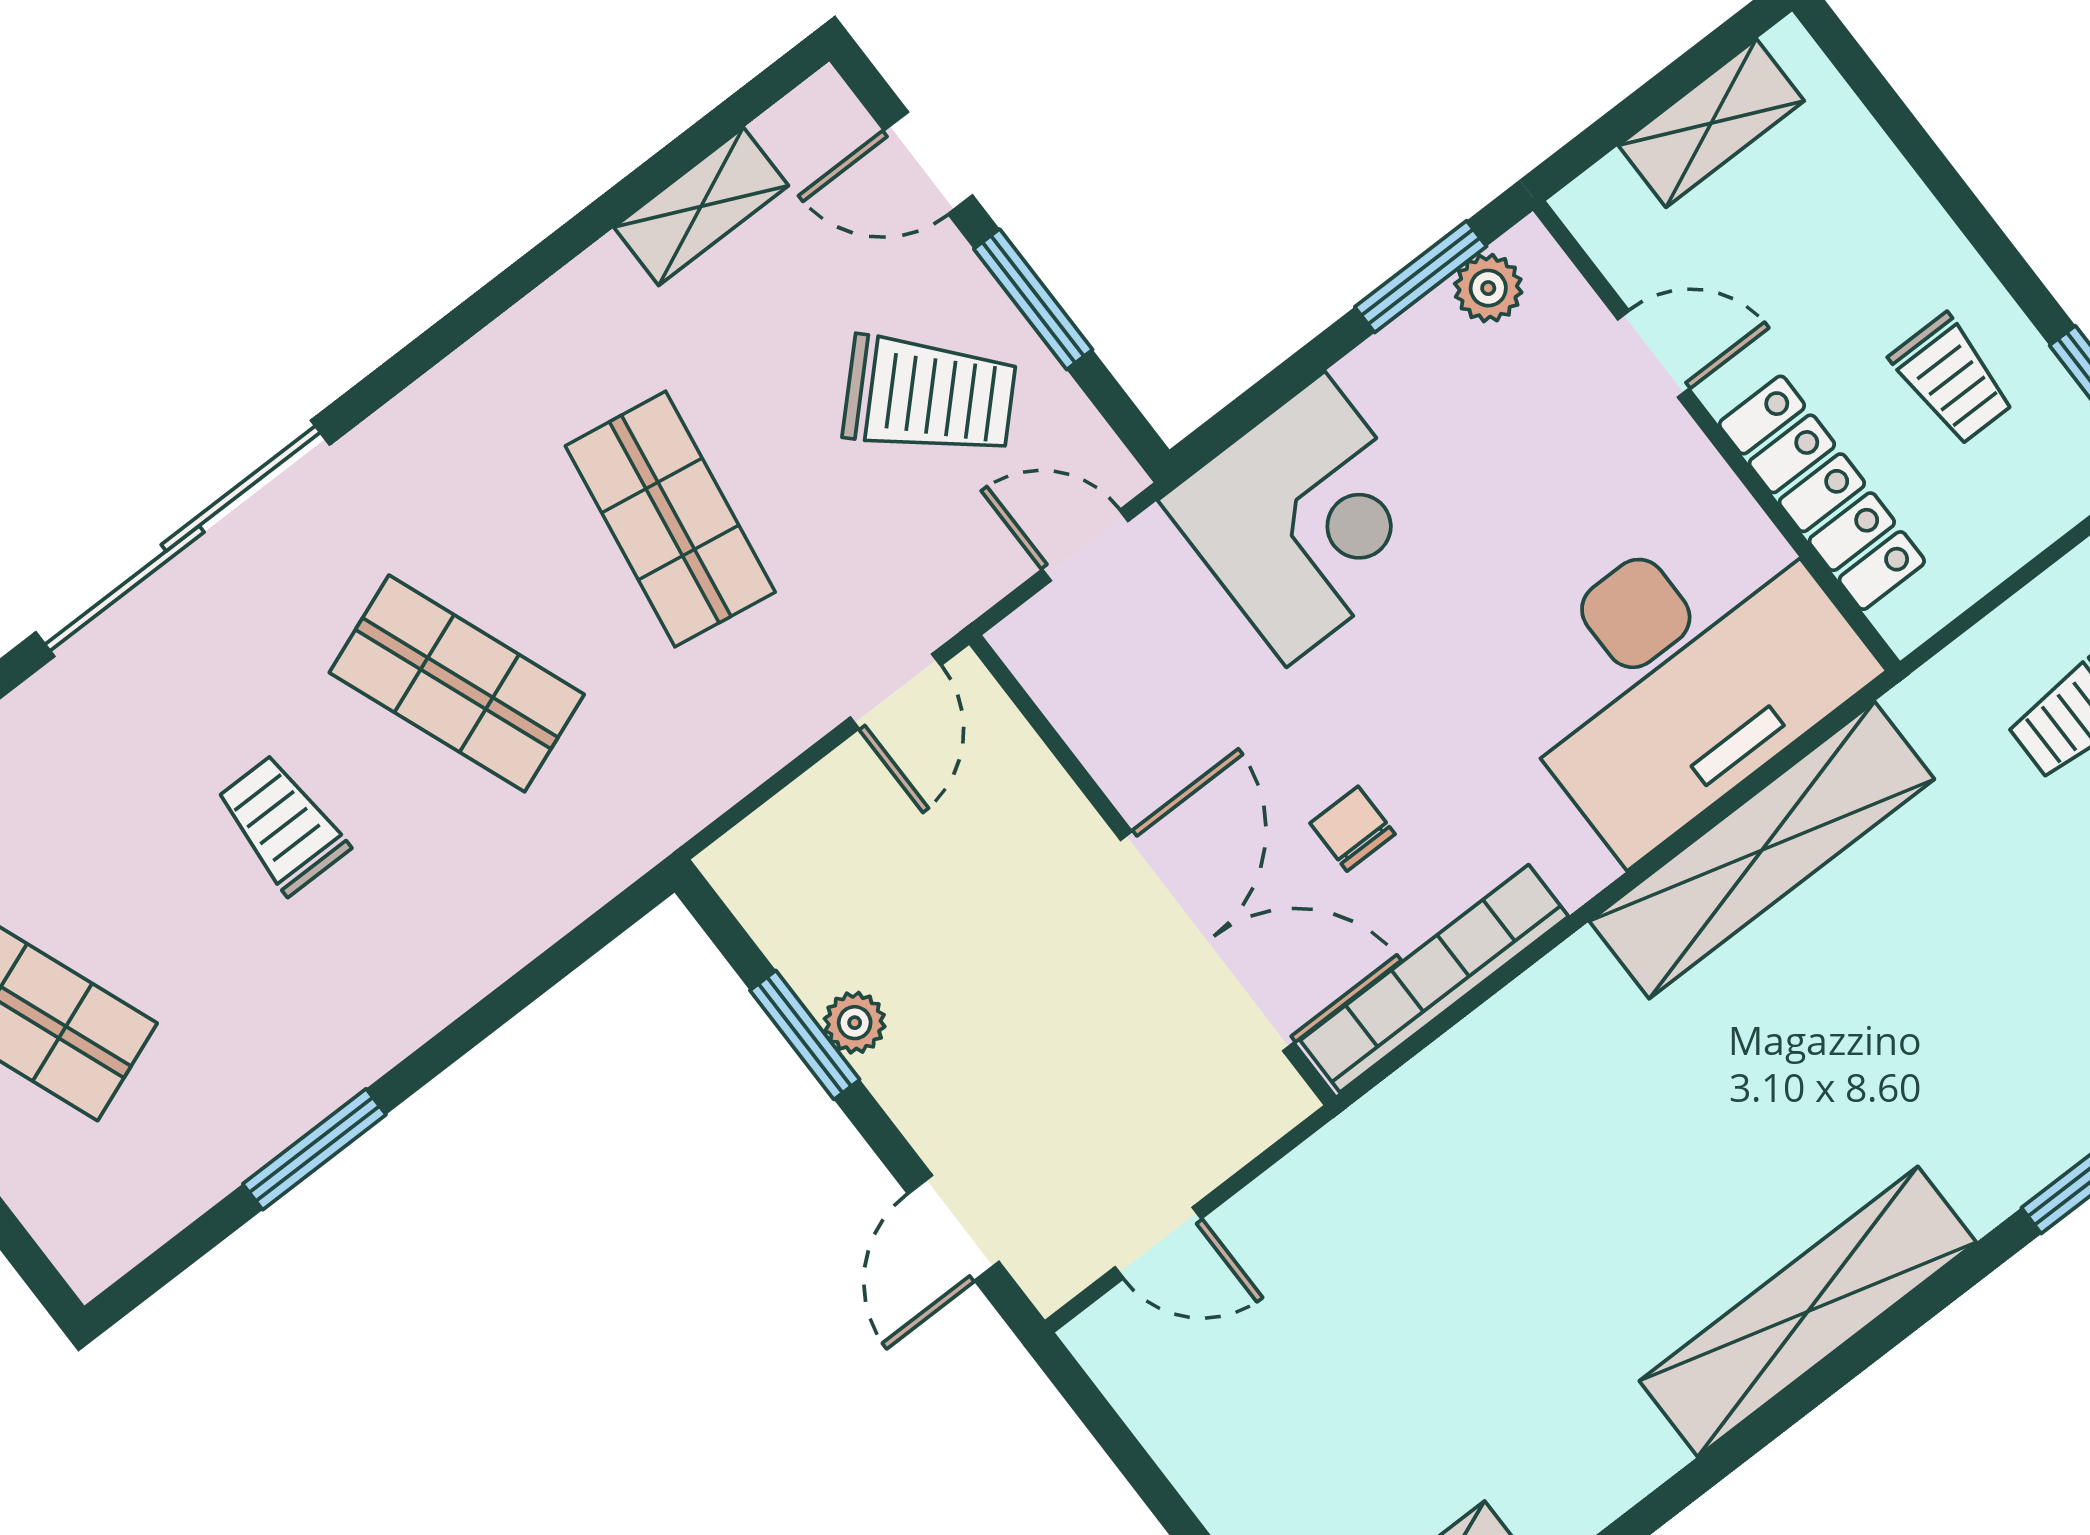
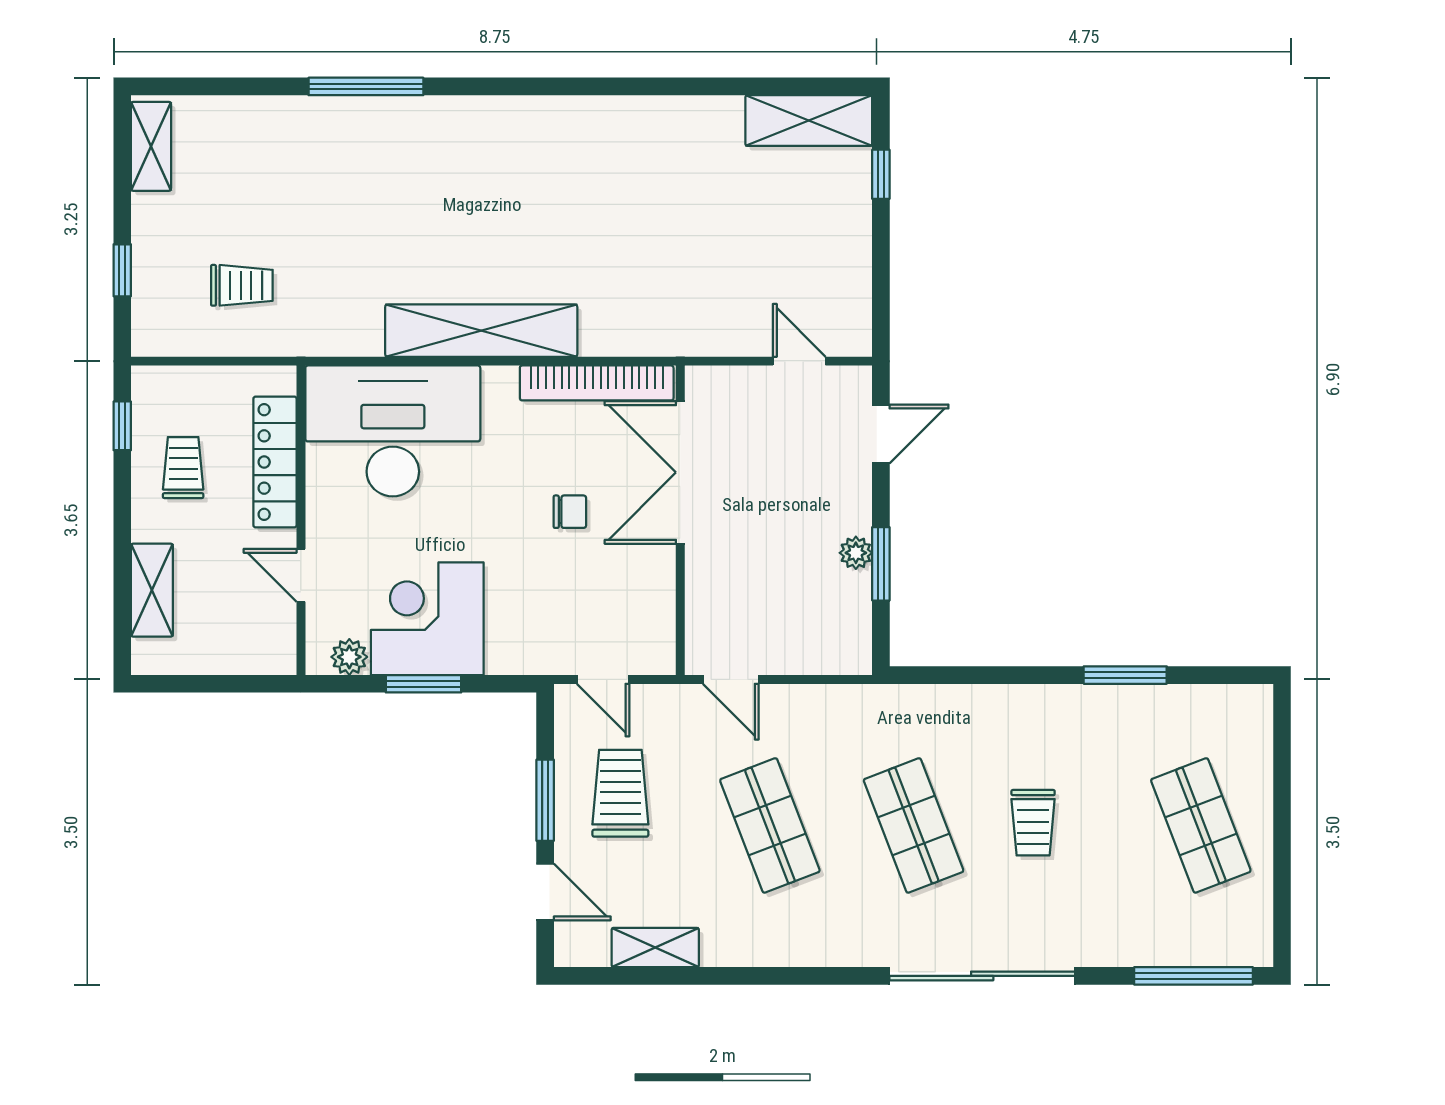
shelving: (1711, 123) -> (152, 590), moved, turned 90
window: (1421, 277) -> (424, 684), moved
trolley: (929, 396) -> (620, 793), turned 45
shop shelf: (670, 519) -> (770, 825), turned -30
corner desk: (1306, 519) -> (427, 619), moved
door: (896, 691) -> (731, 679), swing flipped
chair: (1353, 829) -> (570, 512), moved, turned -90
shelving: (1762, 850) -> (481, 331), moved
shelving: (1808, 1312) -> (547, 121), removed

